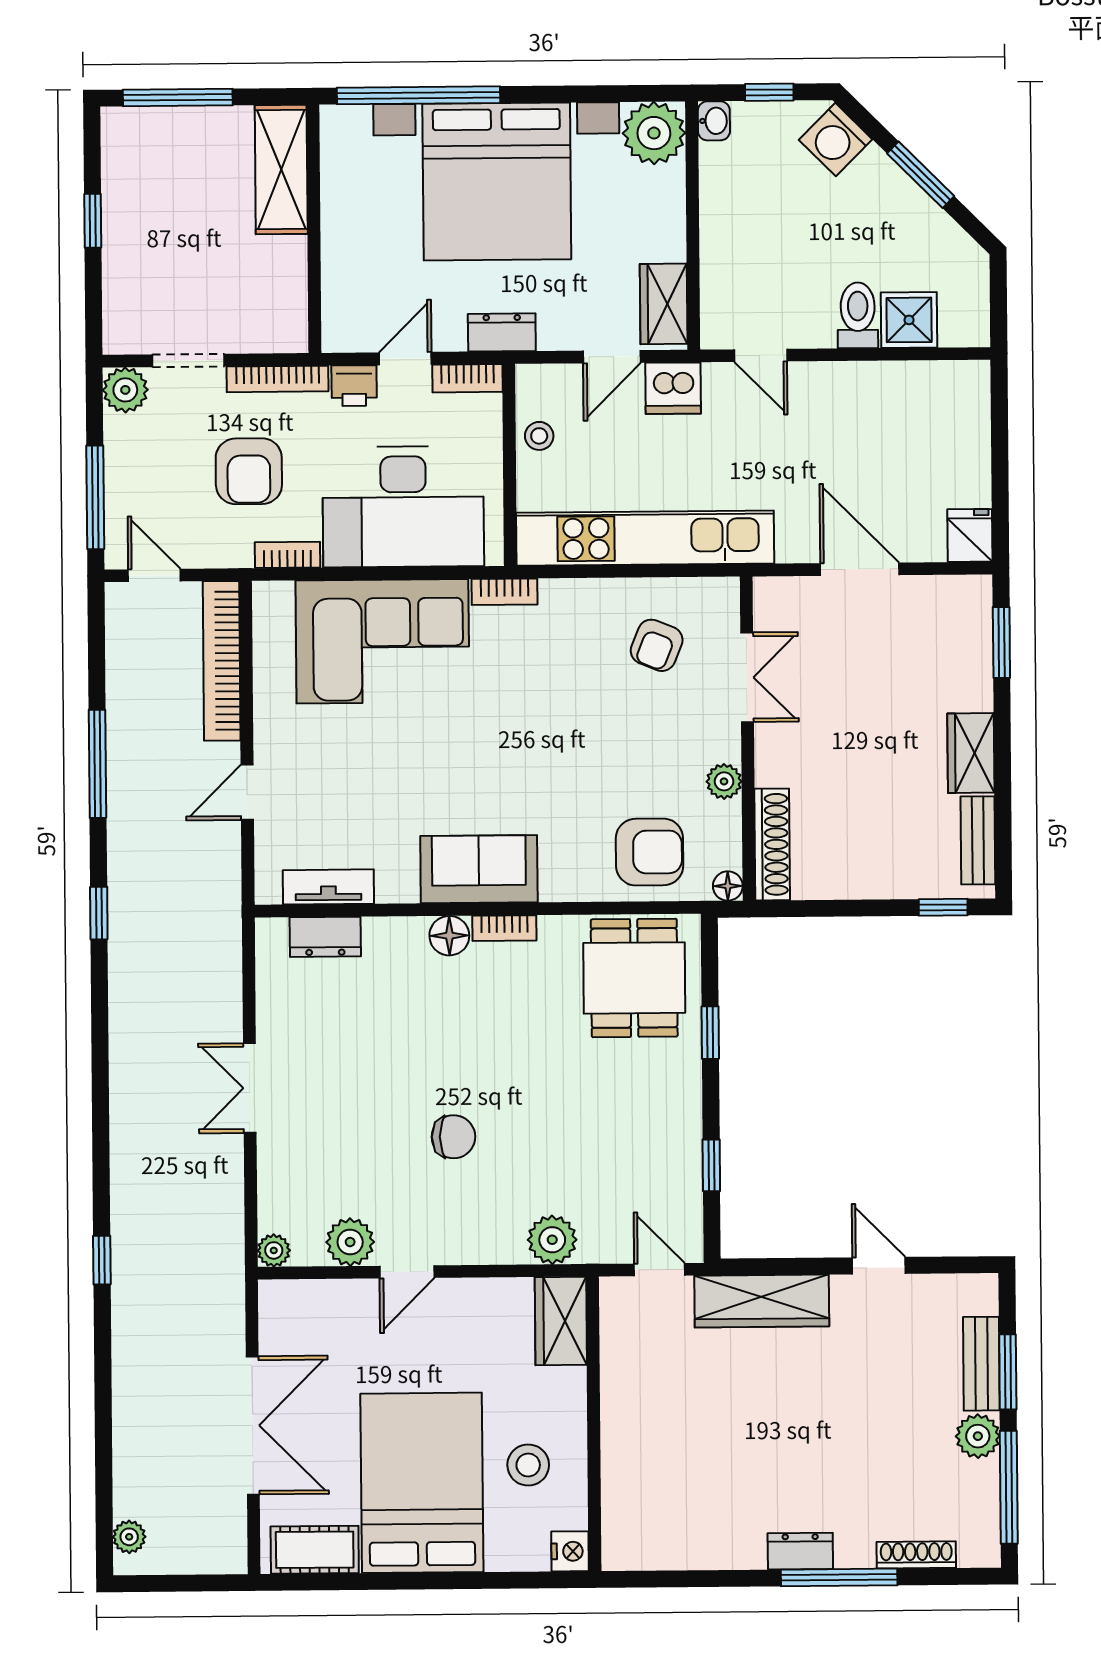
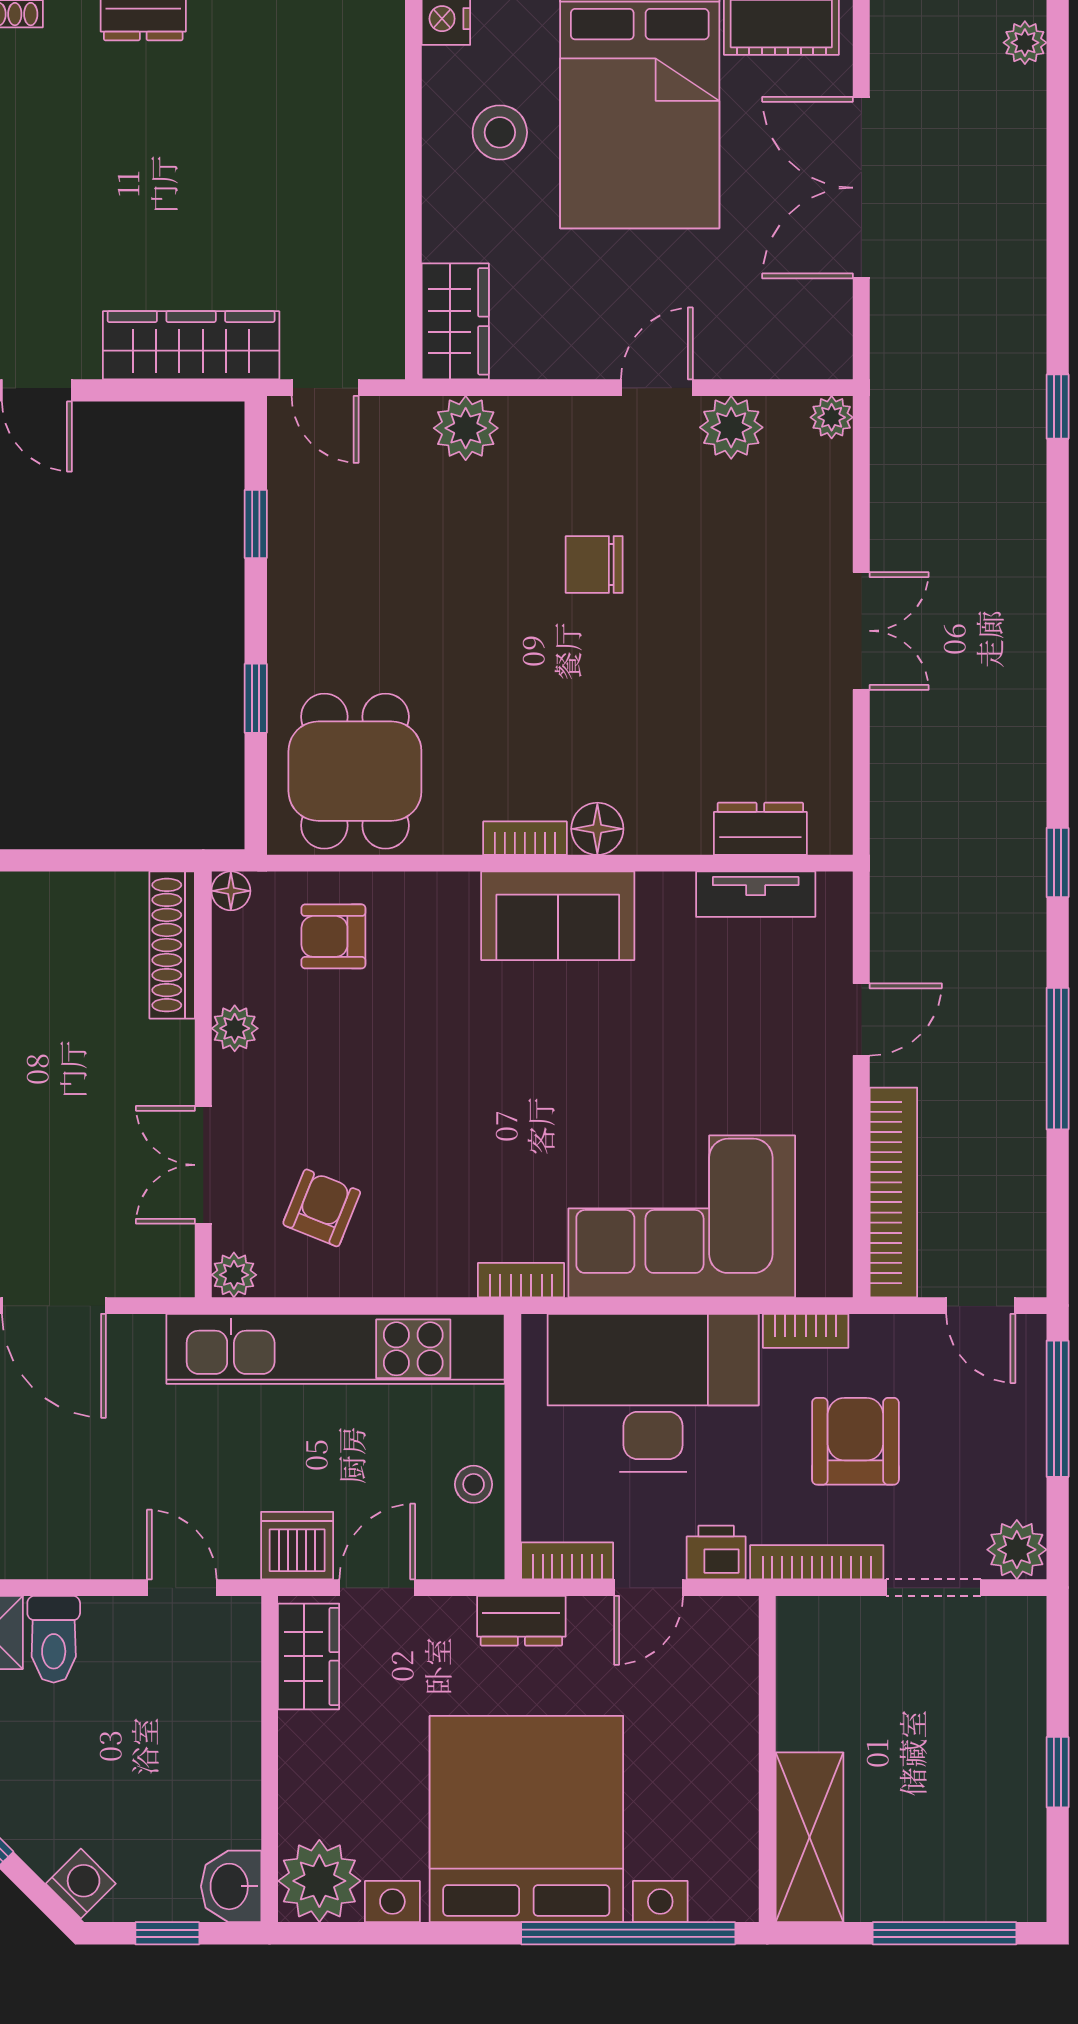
washbasin: (714, 121) -> (231, 1886), width x1.38, depth x1.45
washing machine: (836, 140) -> (81, 1884), width x0.73, depth x0.73
plant: (723, 594) -> (234, 1275), added
armchair: (650, 852) -> (333, 936), width x0.72, depth x0.72

